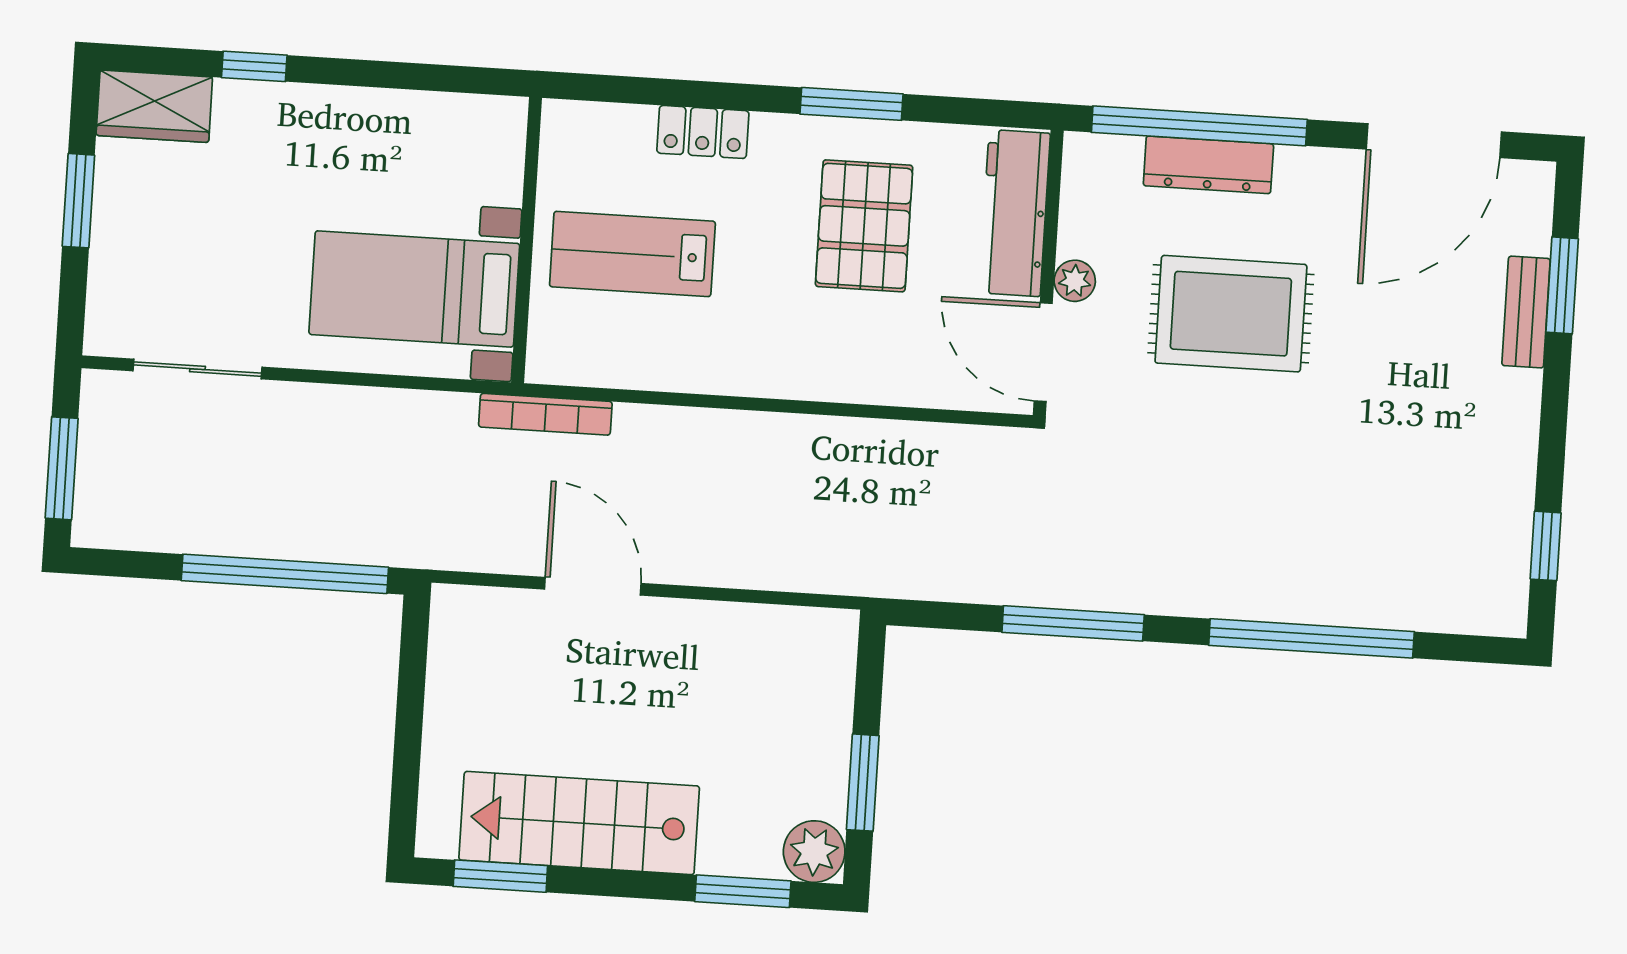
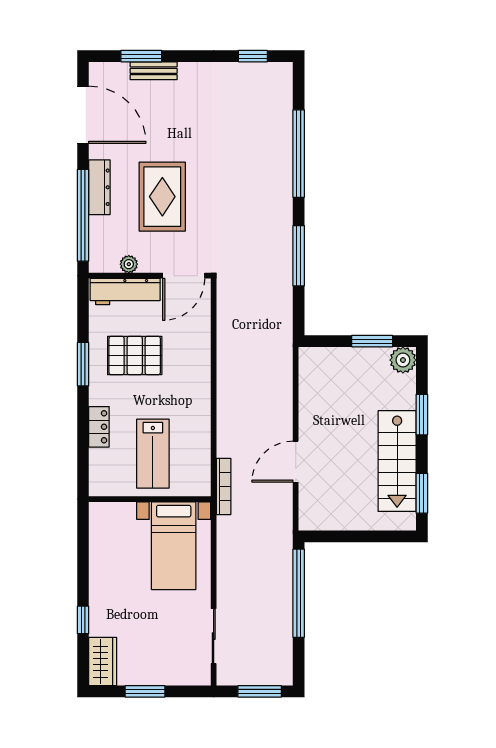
dresser: (1208, 165) -> (99, 187), moved
plant: (1075, 281) -> (129, 264), moved
window: (743, 891) -> (422, 415), moved

